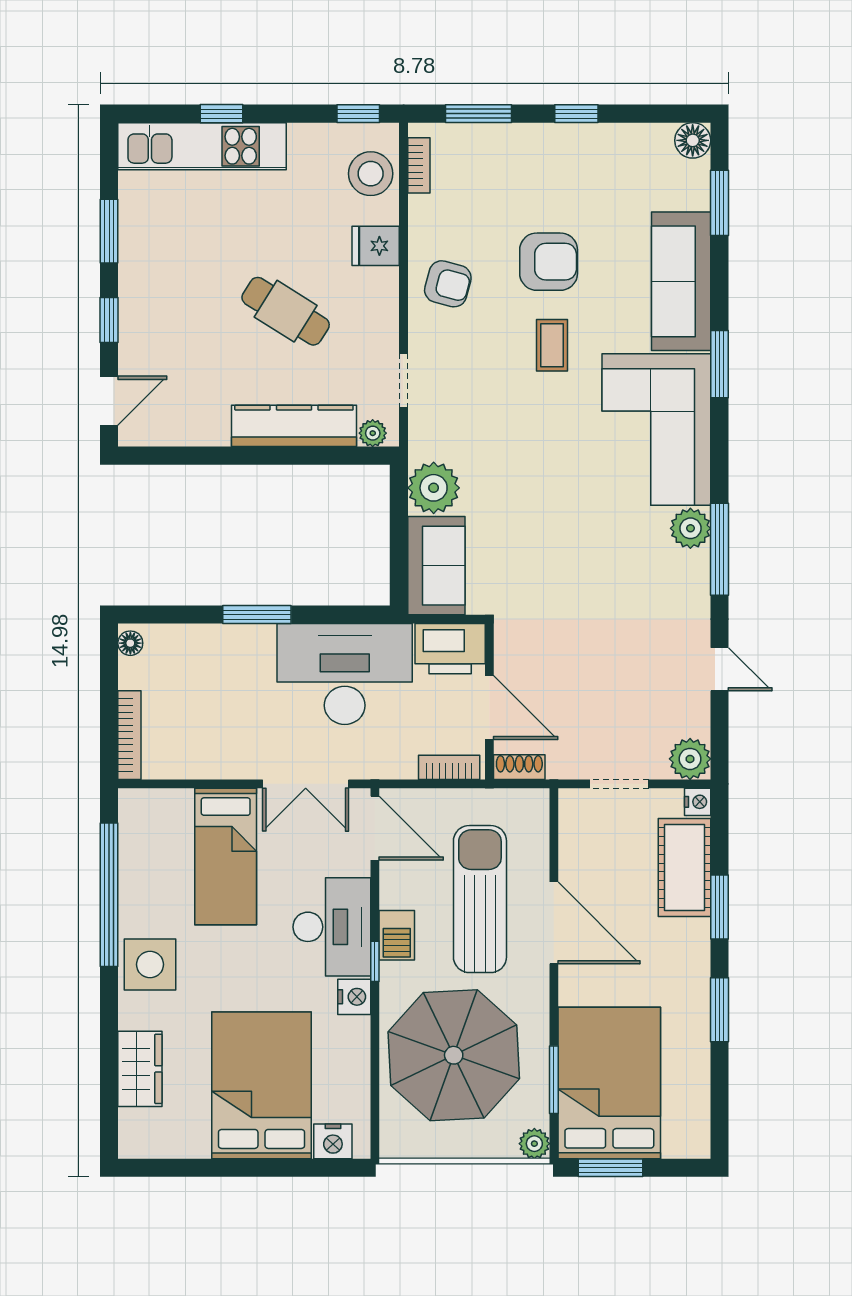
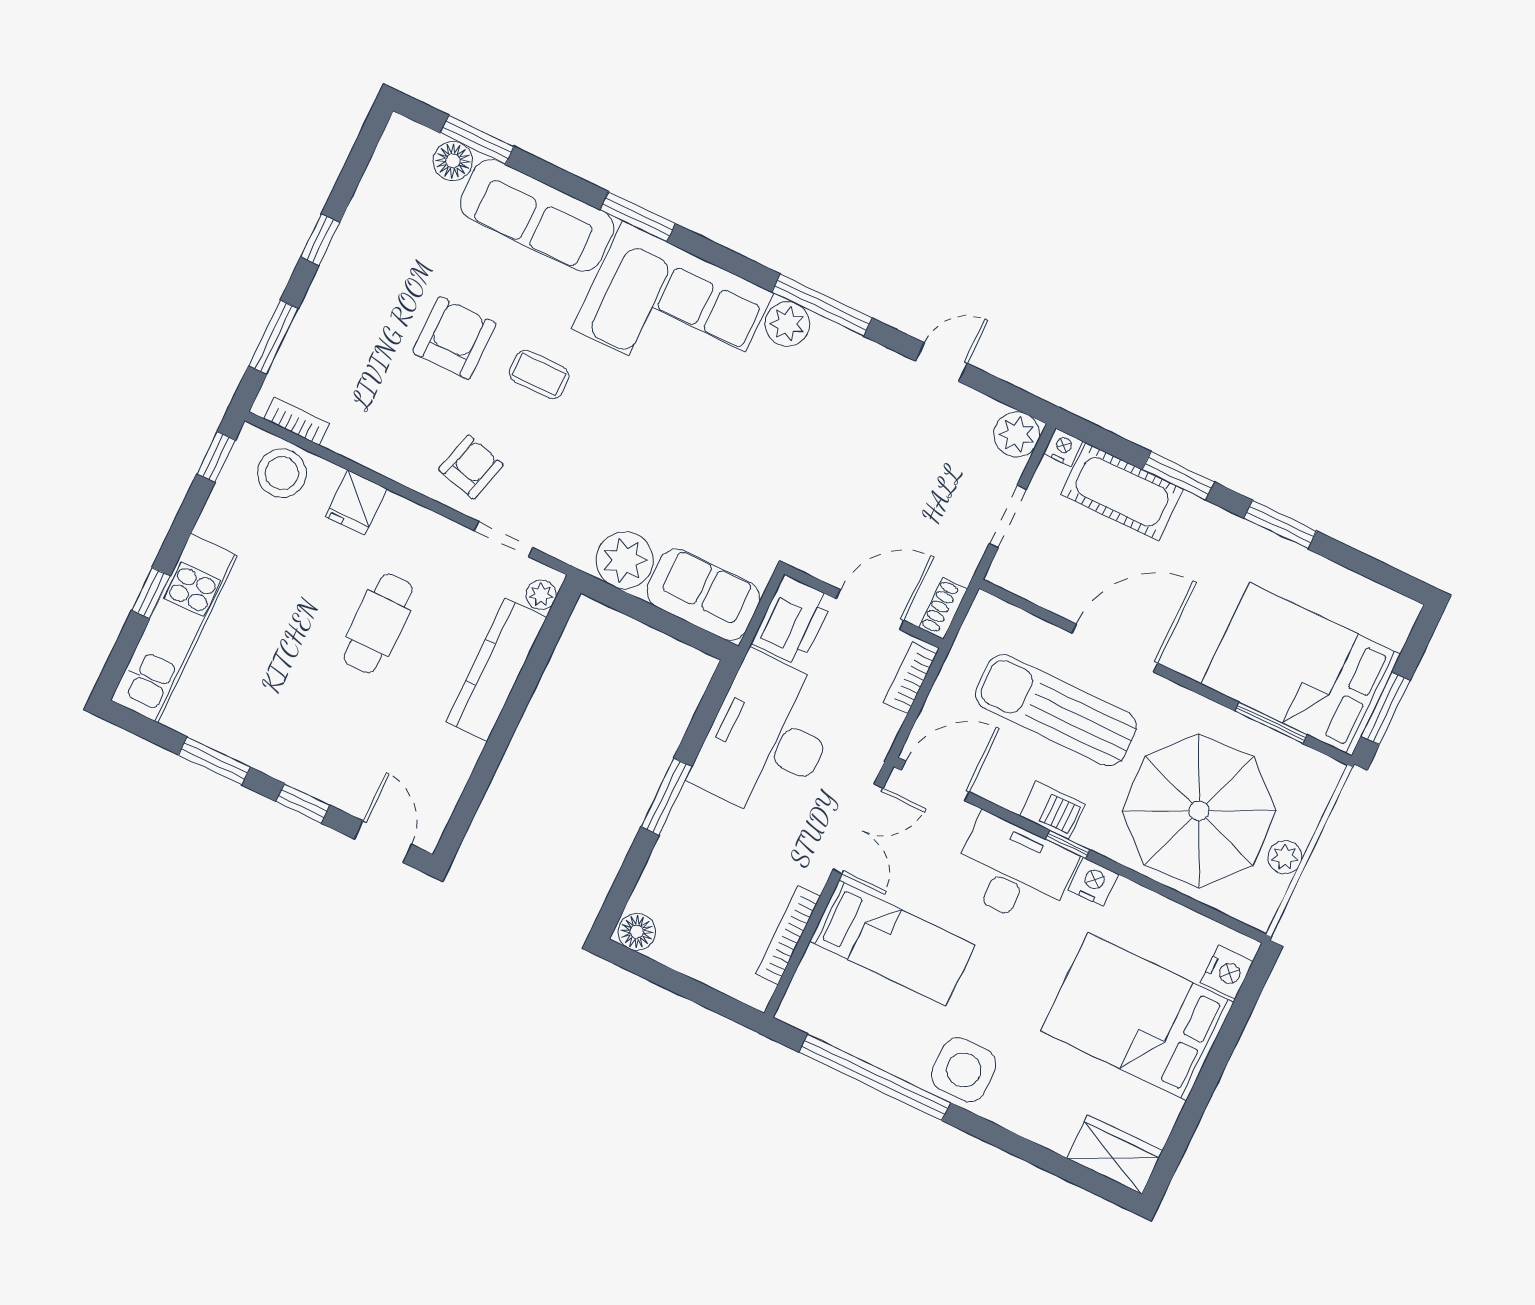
floor lamp: (693, 140) -> (453, 161), moved
armchair: (448, 284) -> (471, 467), moved
cafe table: (286, 311) -> (378, 623), turned -32
floor lamp: (130, 643) -> (637, 932), width x1.37, depth x1.37
bookcase: (129, 735) -> (788, 935), moved, turned -90
wardrobe: (140, 1069) -> (1115, 1155), moved
plant: (534, 1144) -> (1285, 857), moved

